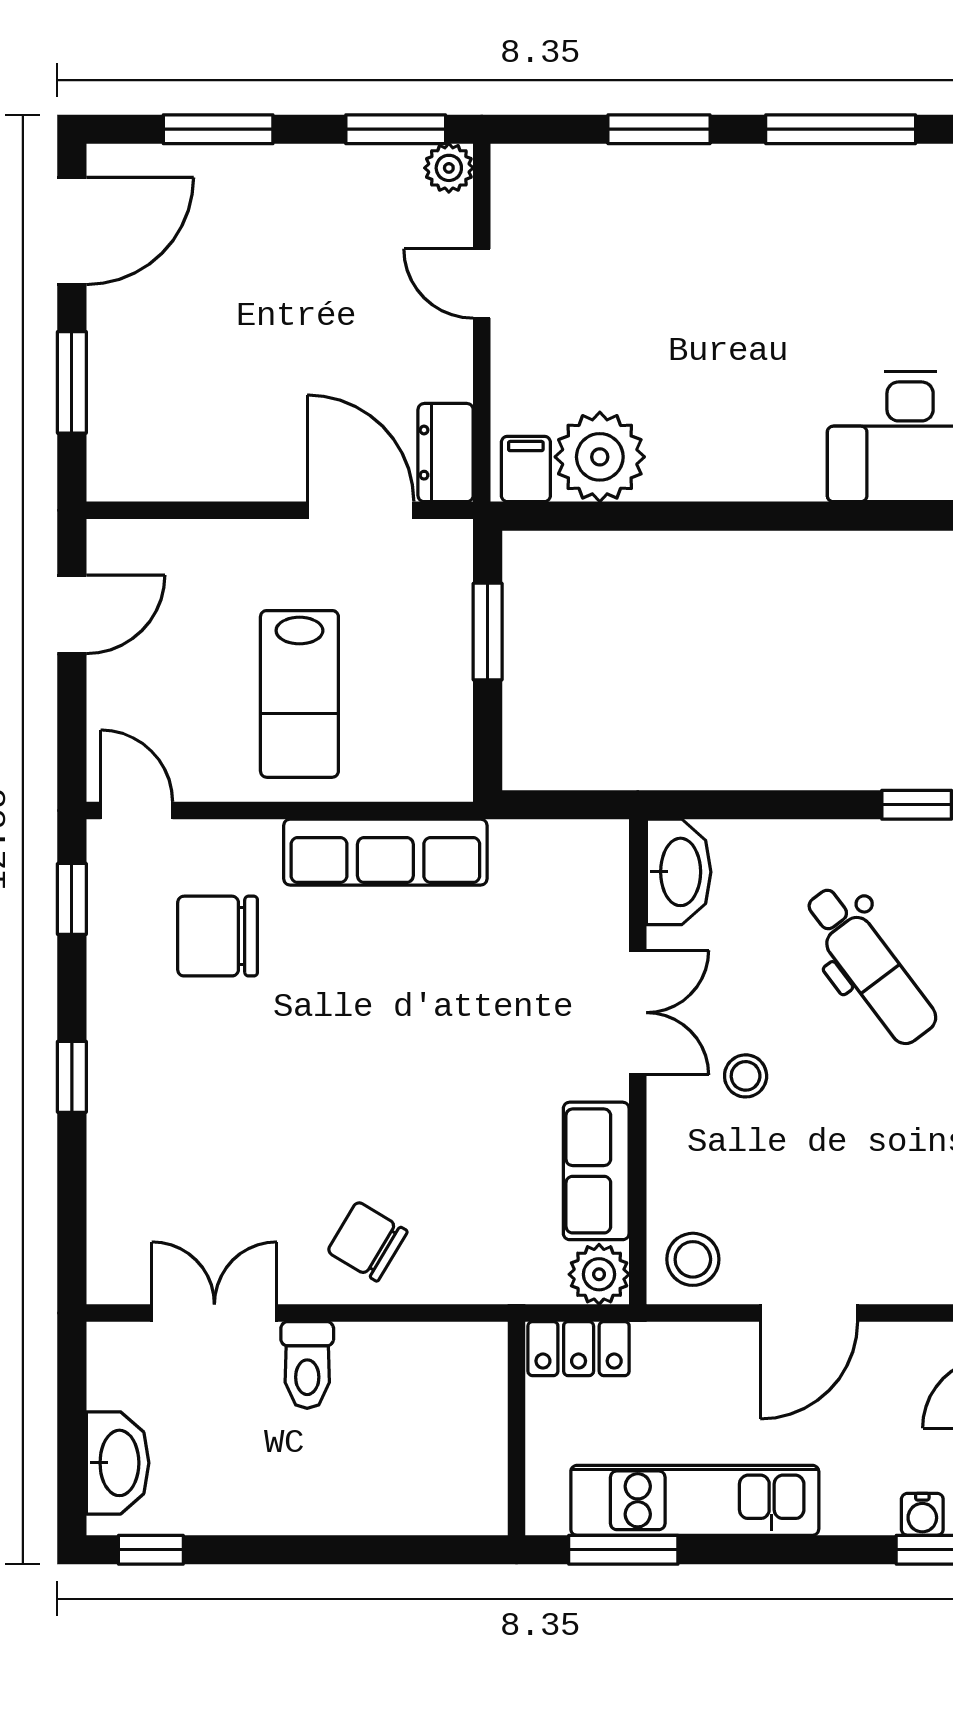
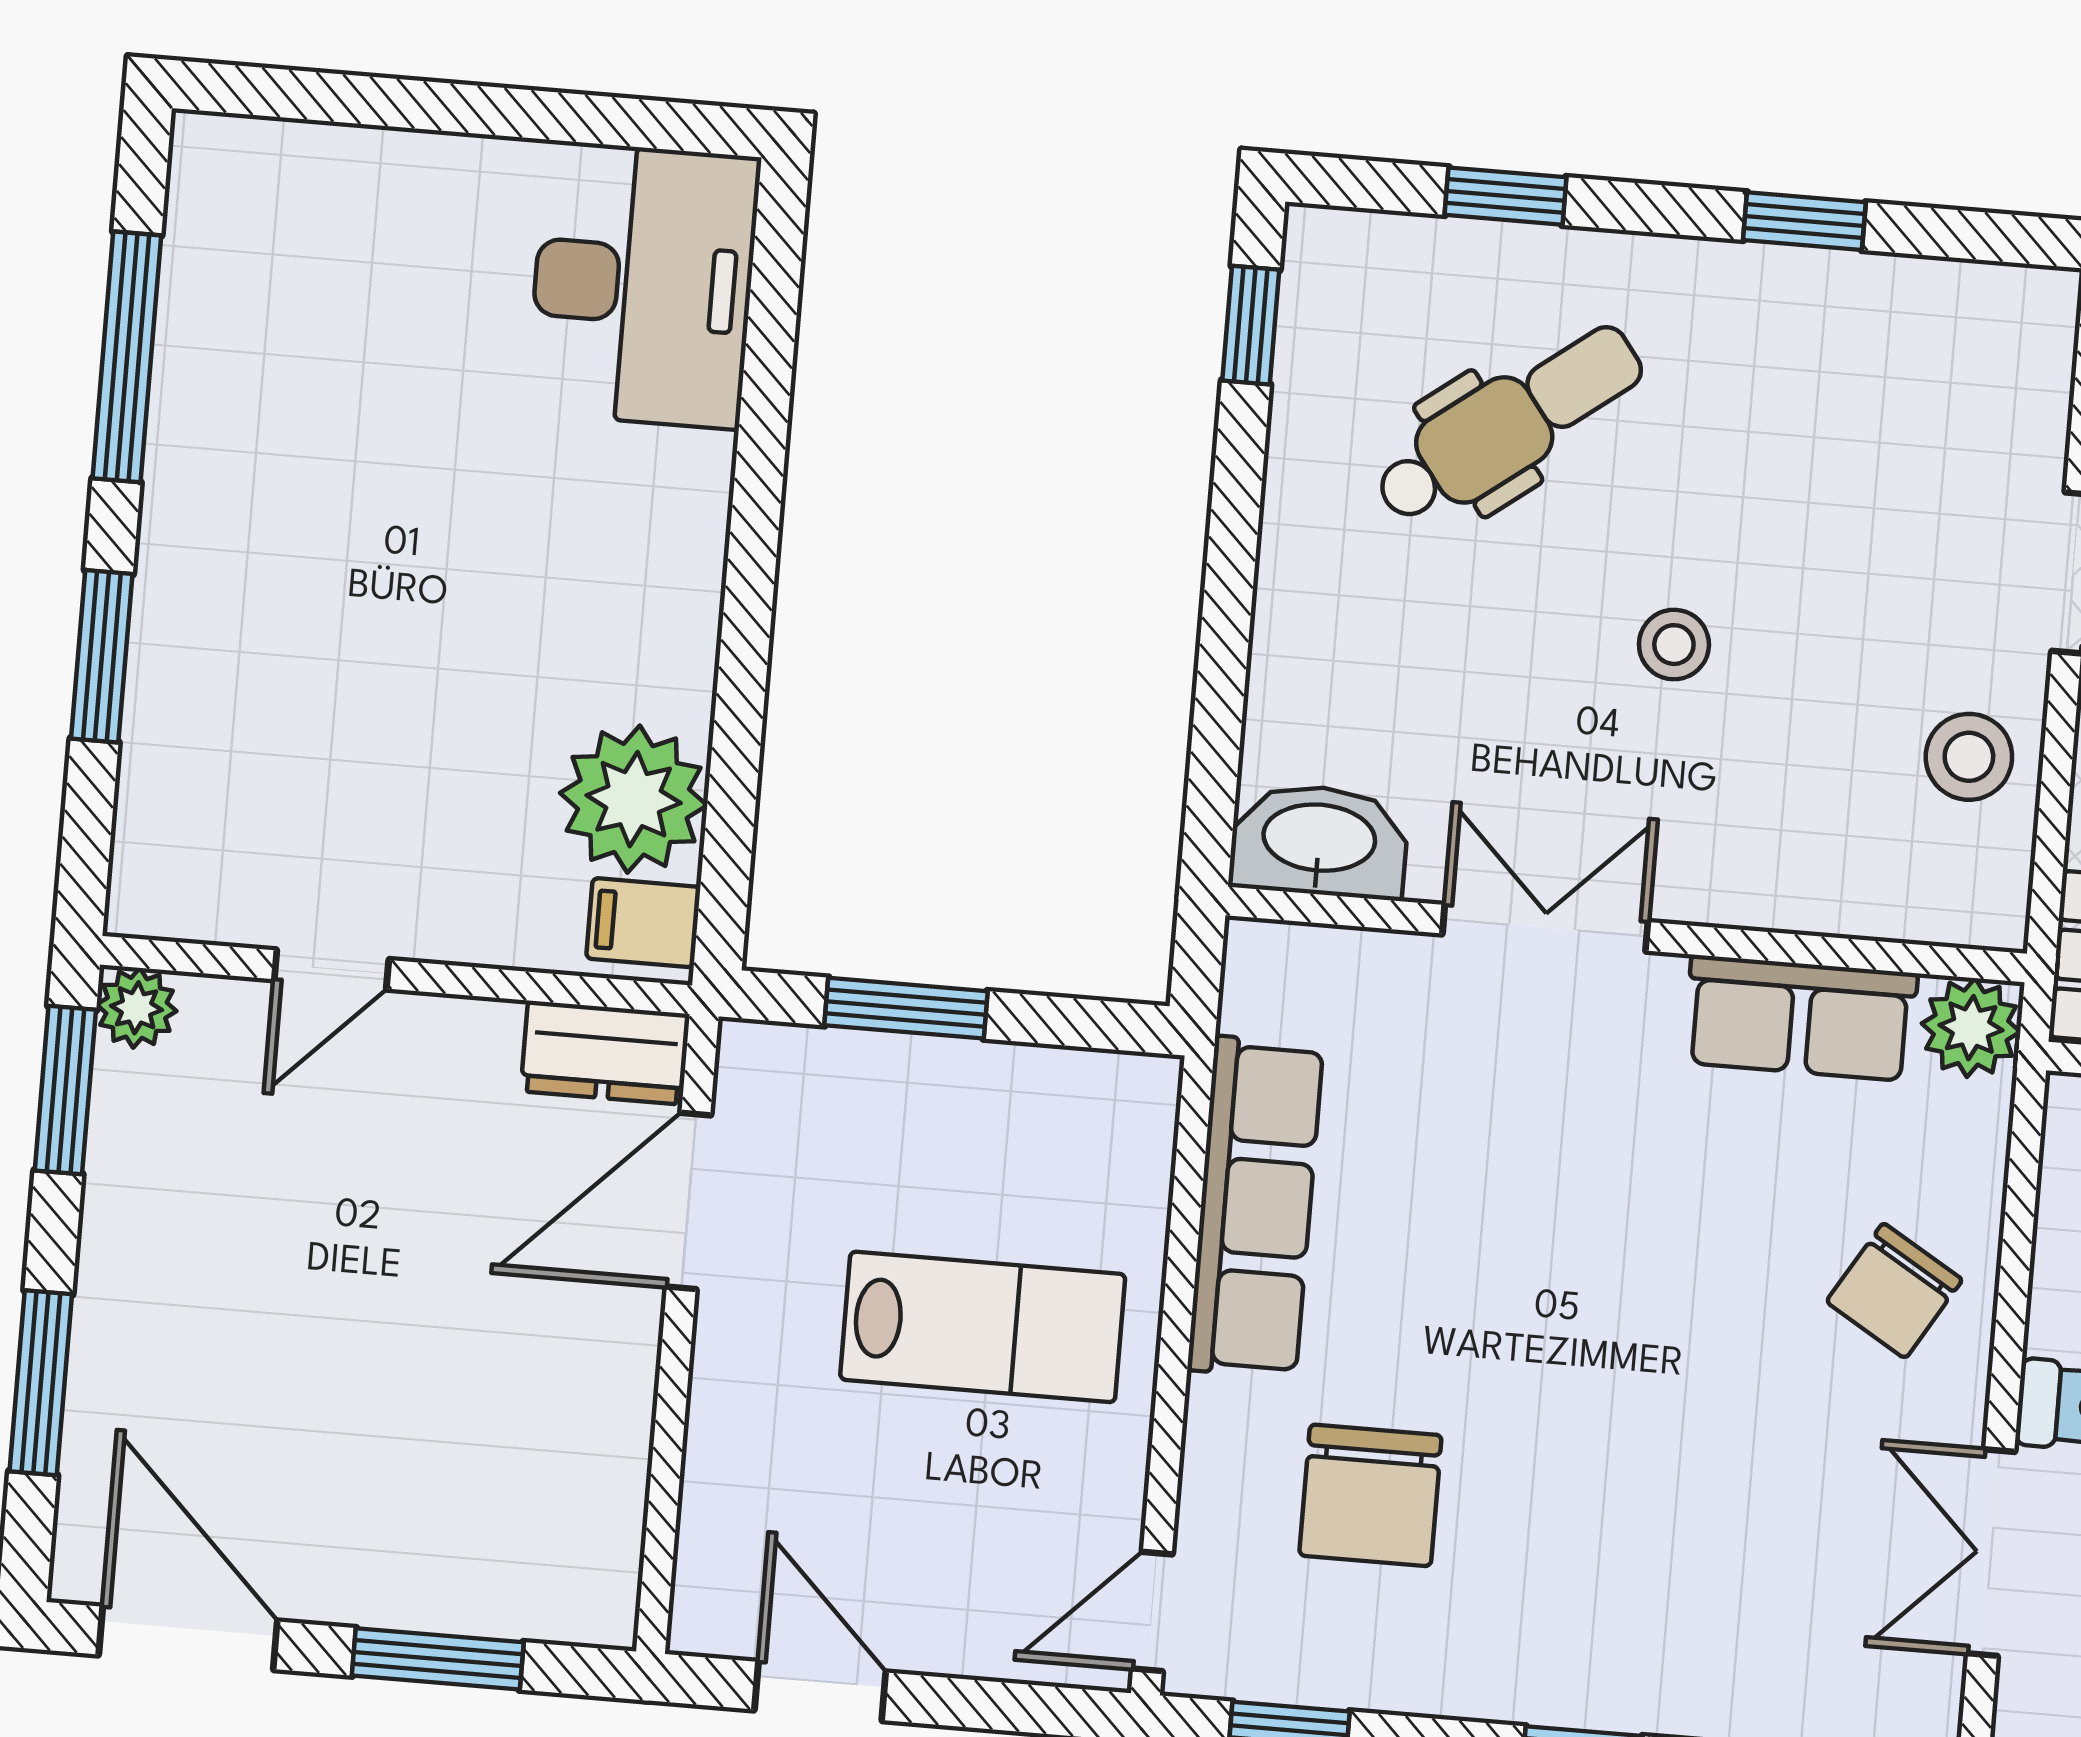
washbasin: (679, 872) -> (1319, 841), moved
double door: (638, 1013) -> (1545, 928), moved
wall: (638, 1062) -> (1626, 934), moved
row of seats: (596, 1171) -> (1800, 1018), moved
plant: (599, 1274) -> (1971, 1028), moved

